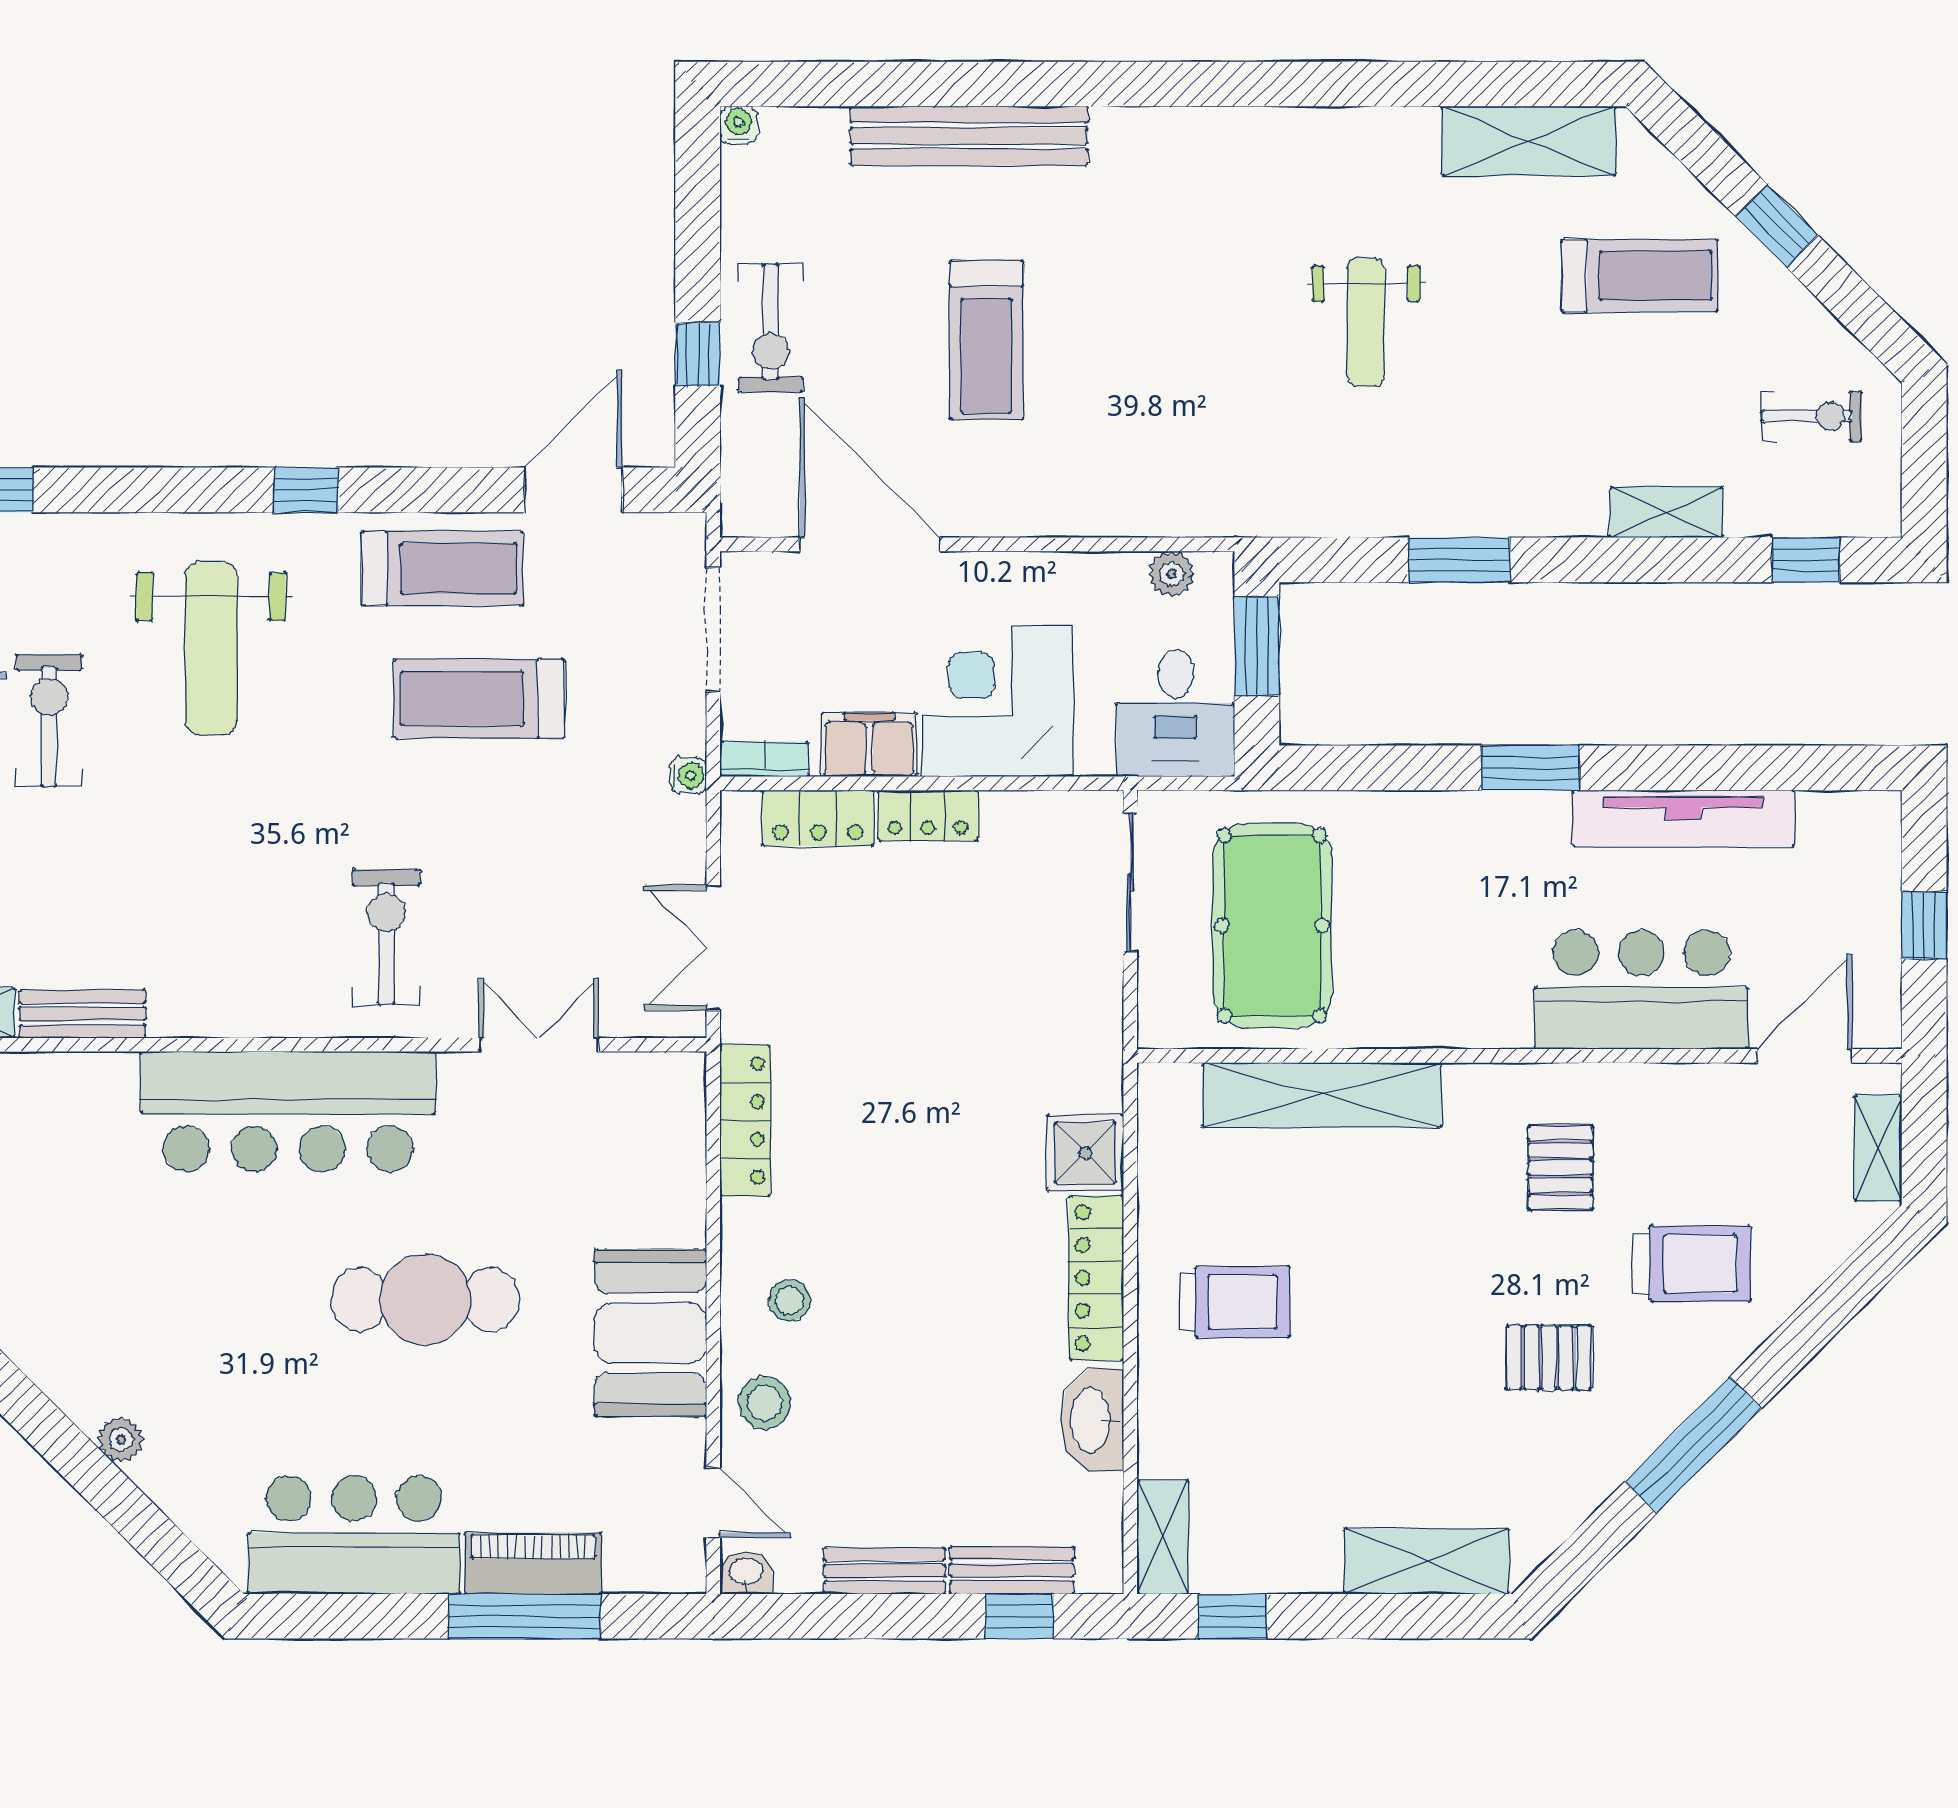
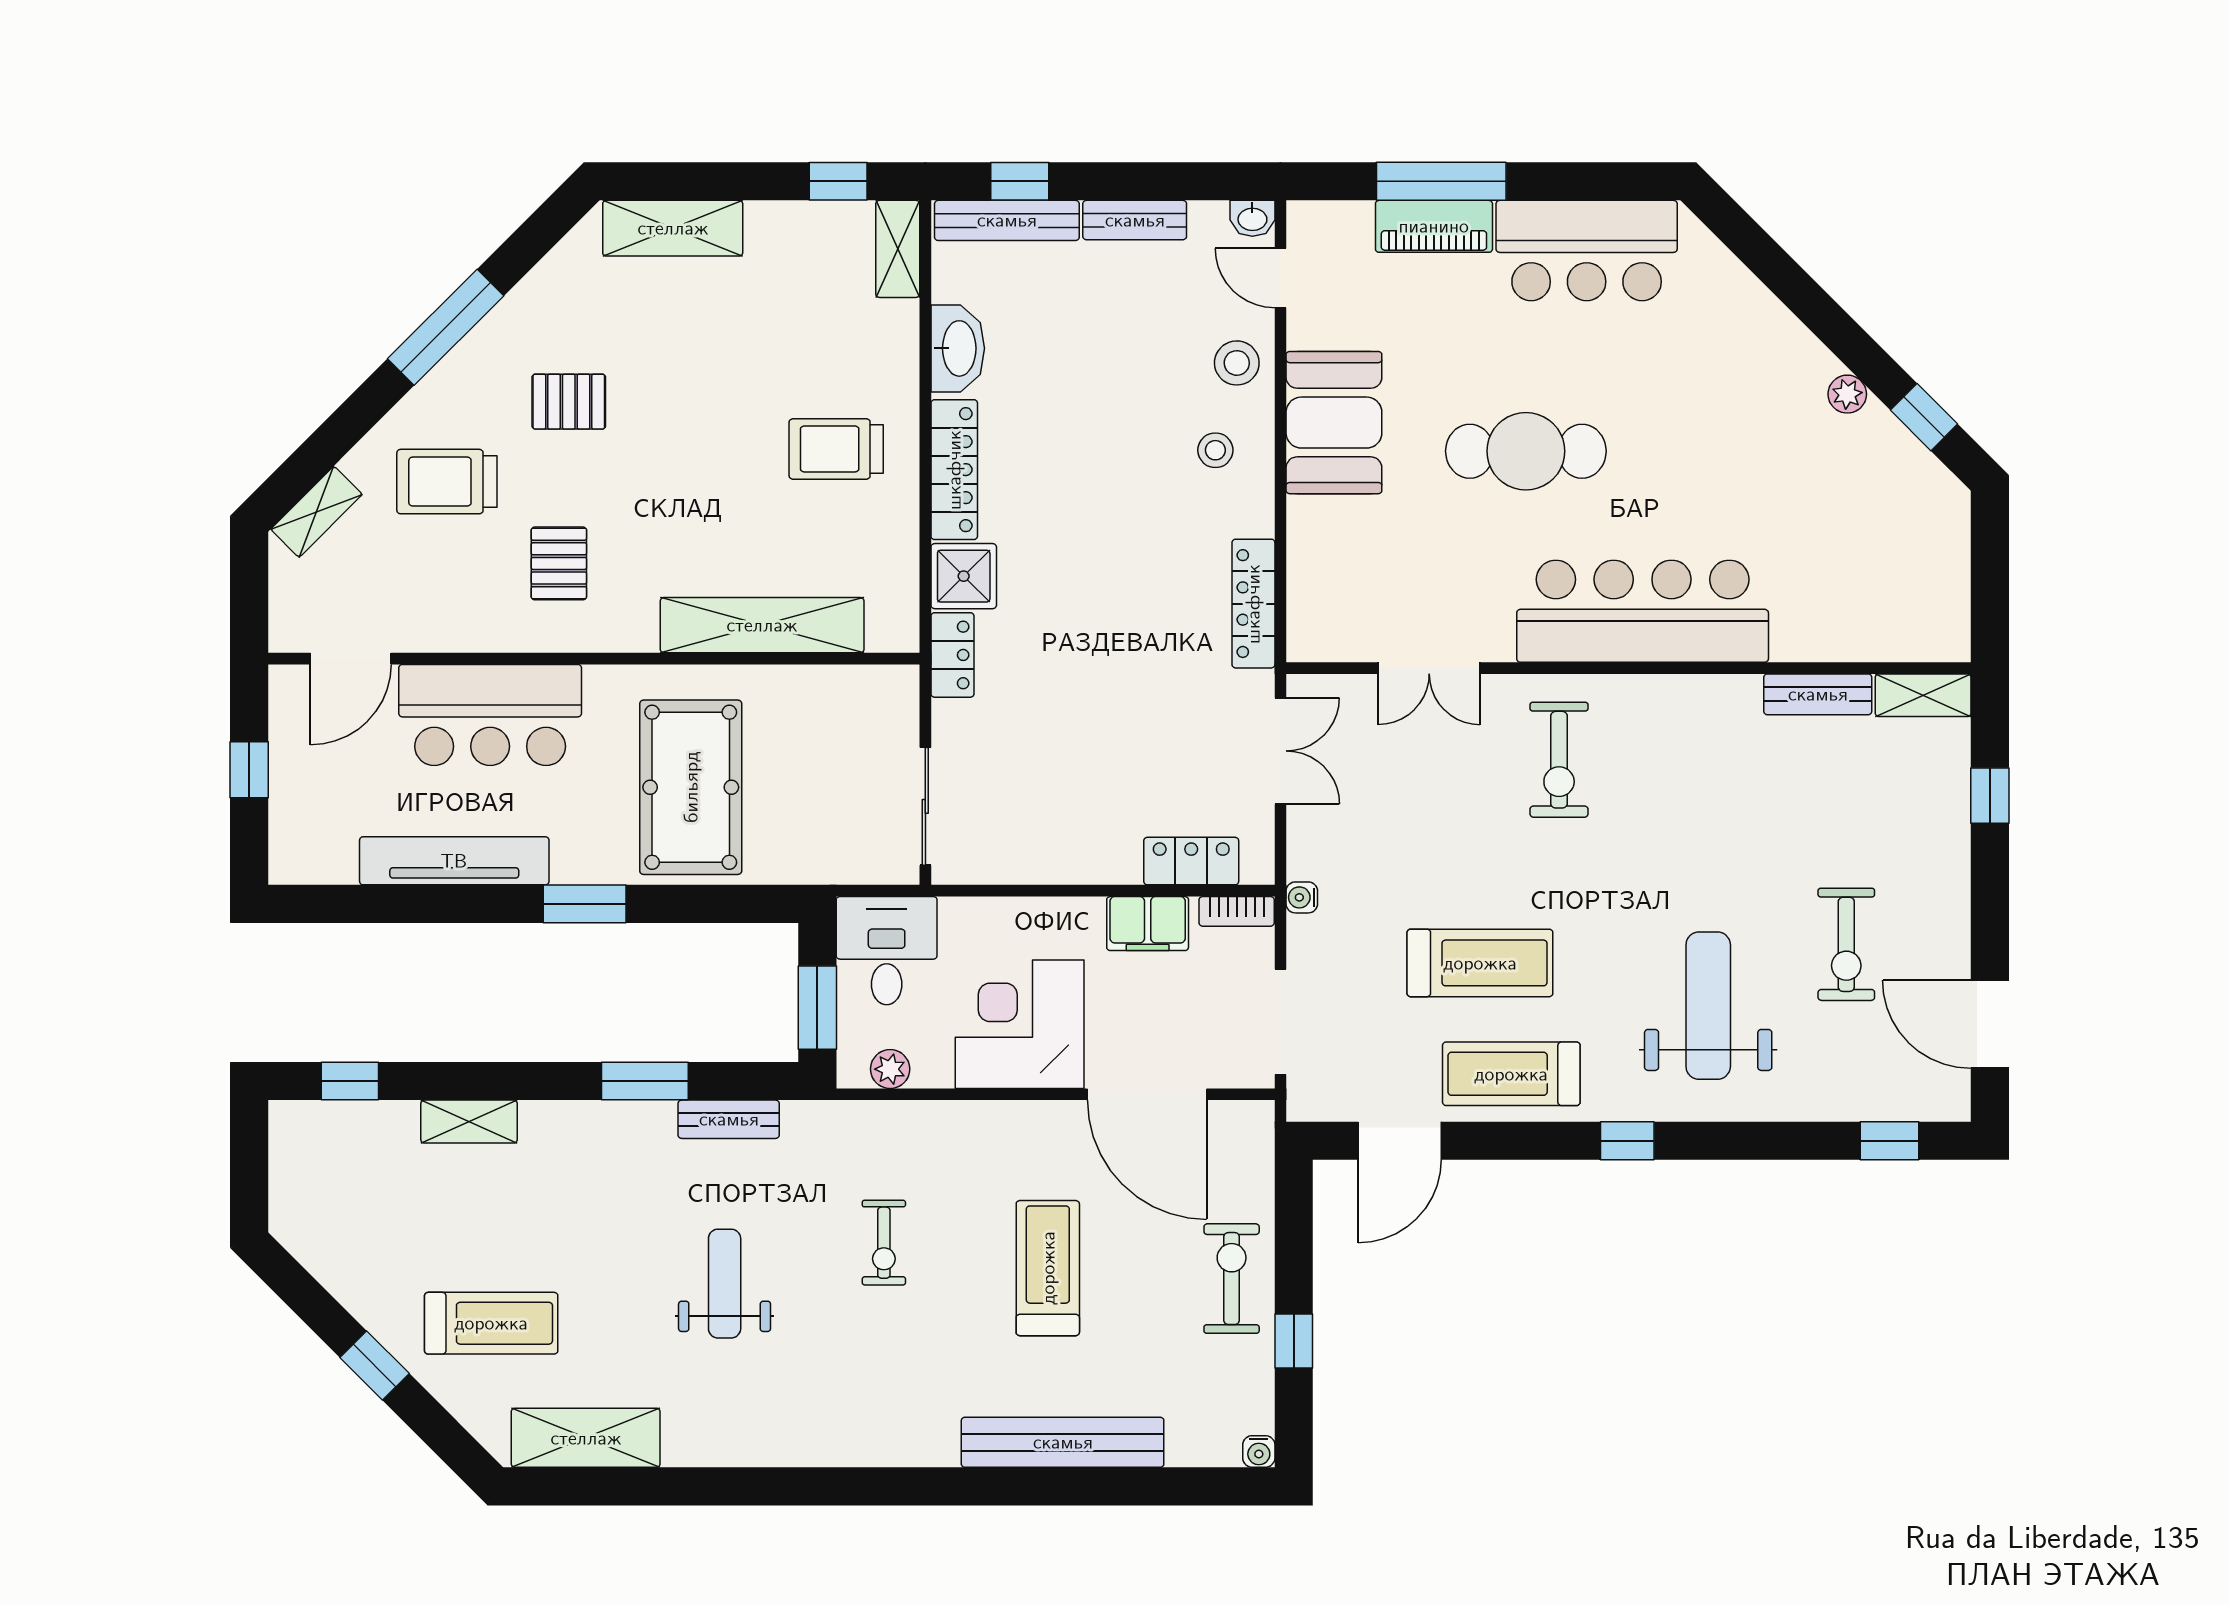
treadmill: (1640, 276) -> (491, 1323), turned 180
window: (698, 354) -> (1294, 1341), moved
exercise bike: (1812, 416) -> (884, 1243), moved, turned -90
bench: (1361, 515) -> (729, 1119), added
corner desk: (997, 701) -> (1020, 1024), moved, turned 180
locker: (928, 815) -> (952, 655), moved, turned 90
pool table: (1272, 925) -> (691, 787), moved
shelving: (1878, 1148) -> (317, 512), moved, turned 45
plant: (121, 1439) -> (1847, 394), moved
bench: (1012, 1570) -> (1007, 220), width x1.36

